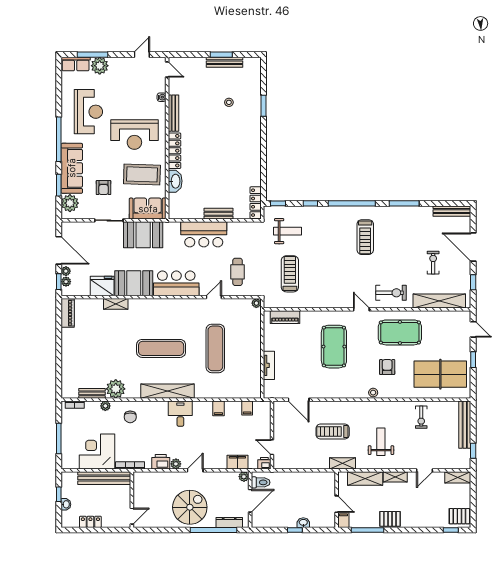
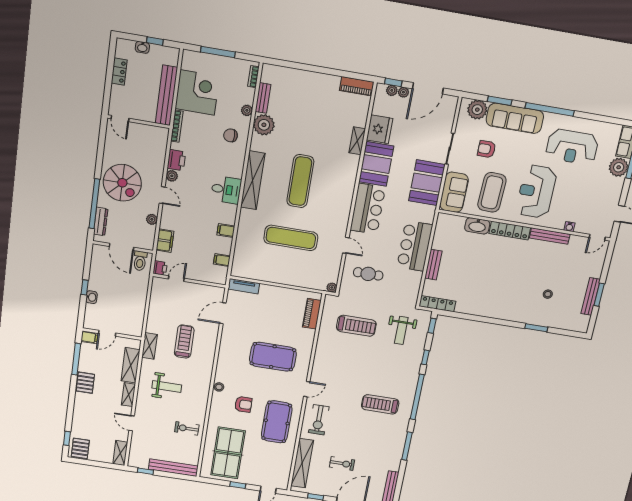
tv unit: (269, 365) -> (244, 286), moved
plant: (244, 477) -> (152, 219), moved

